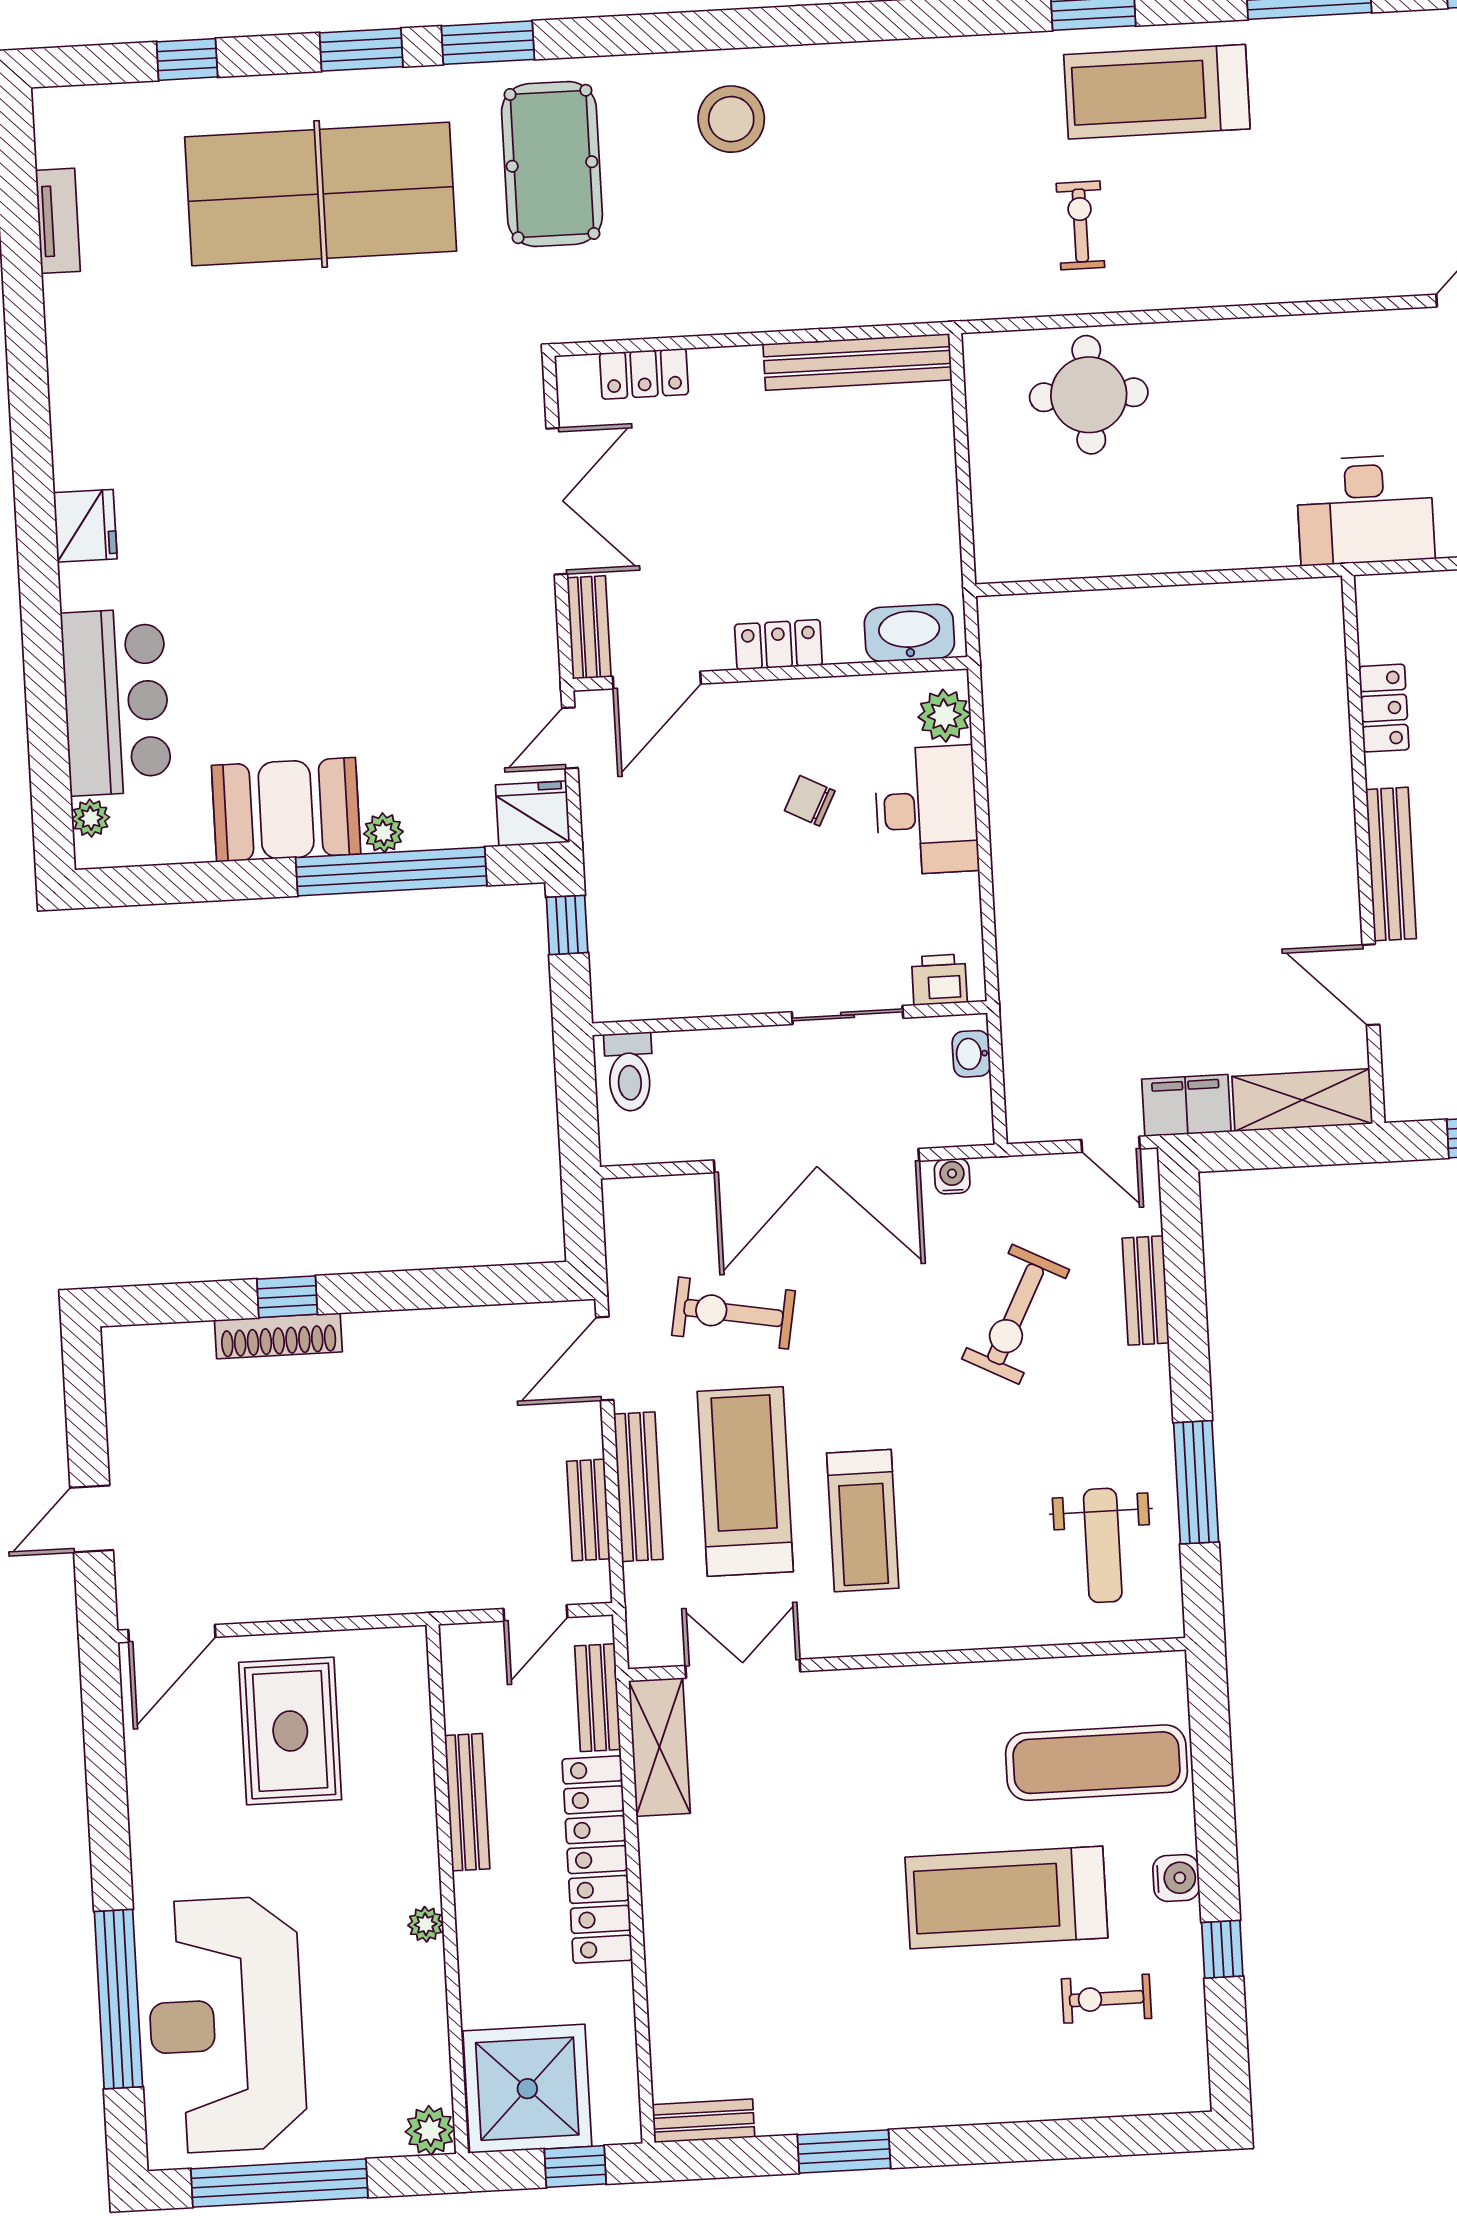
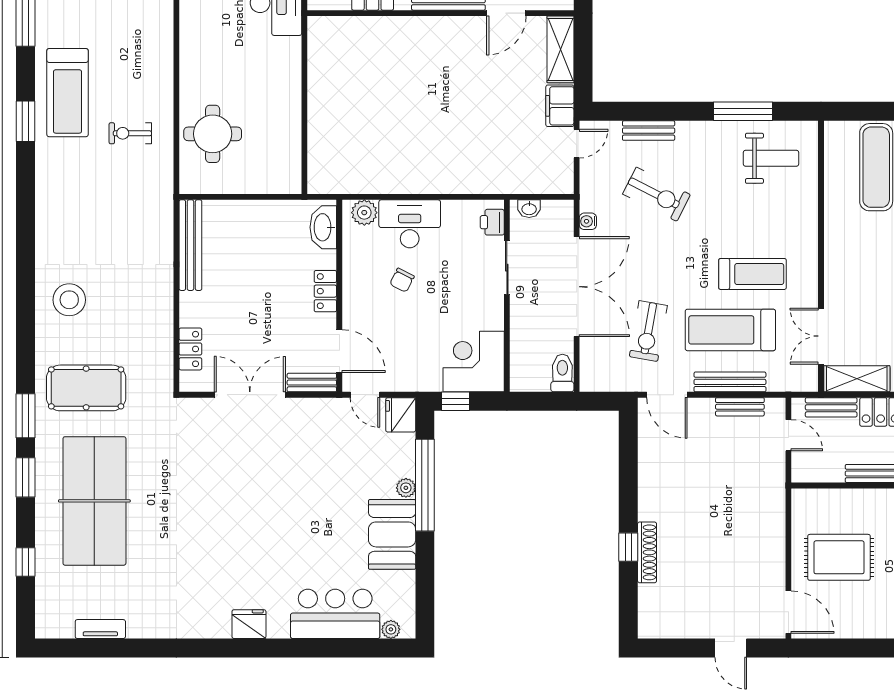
corner desk: (651, 957) -> (474, 362), added
toilet: (629, 1072) -> (562, 373), moved, turned -90

